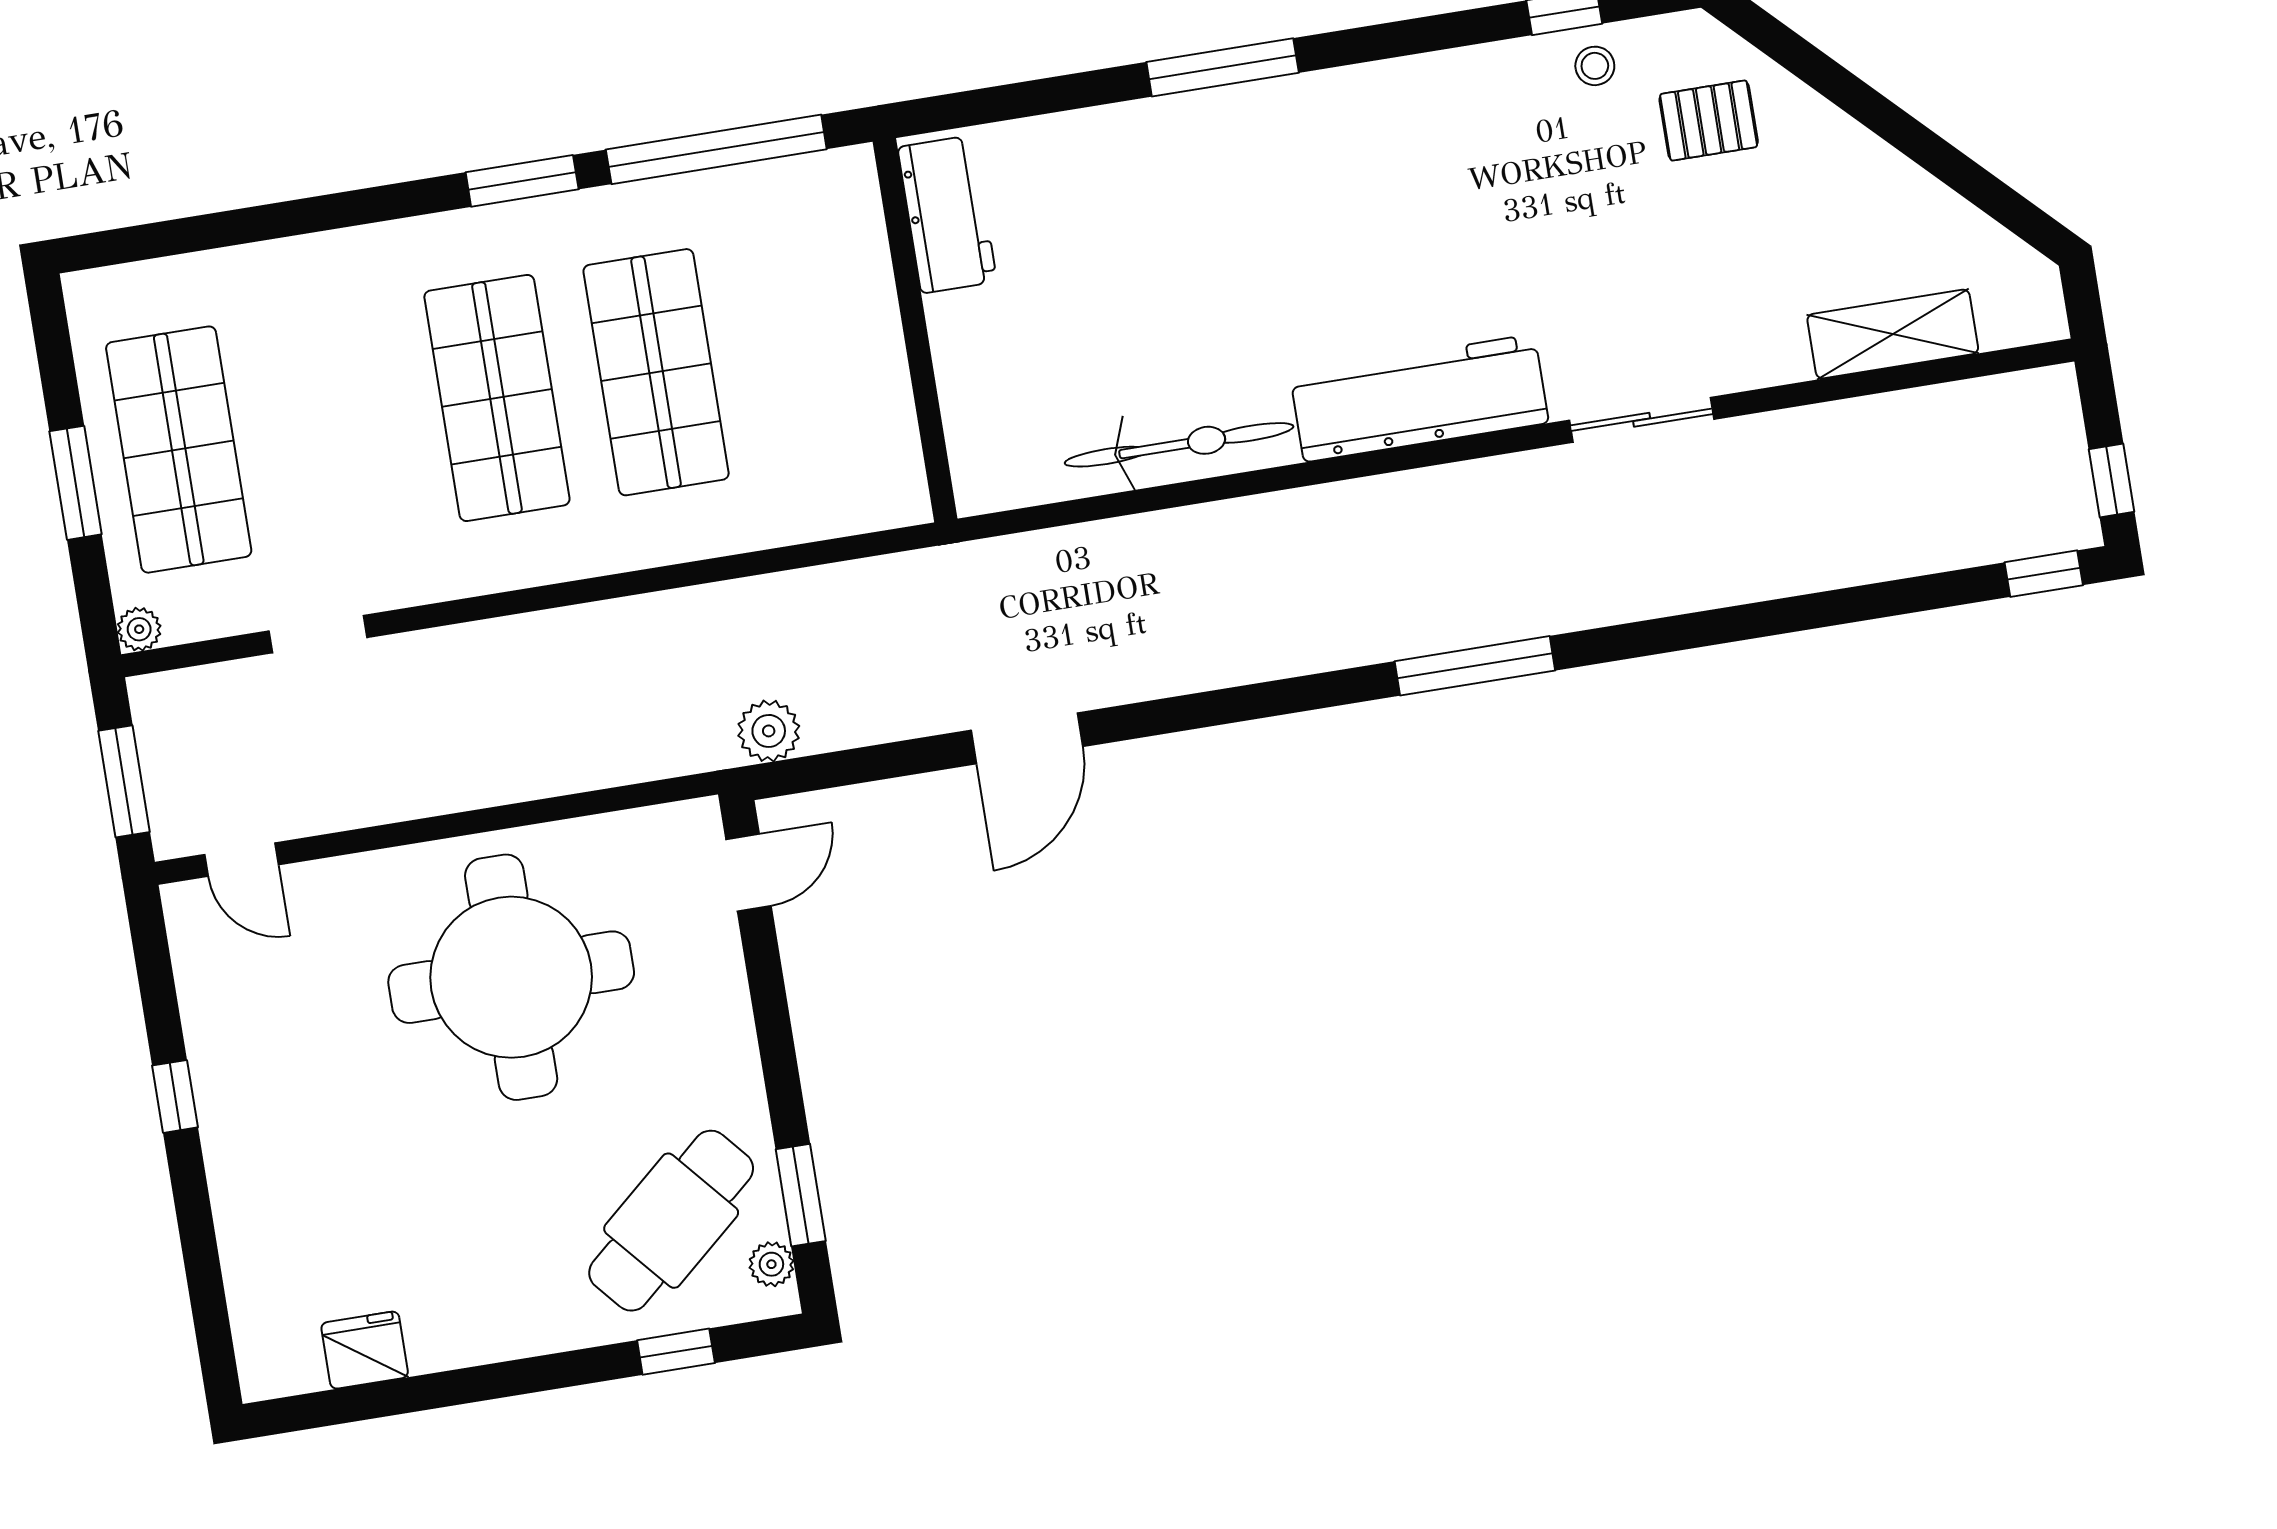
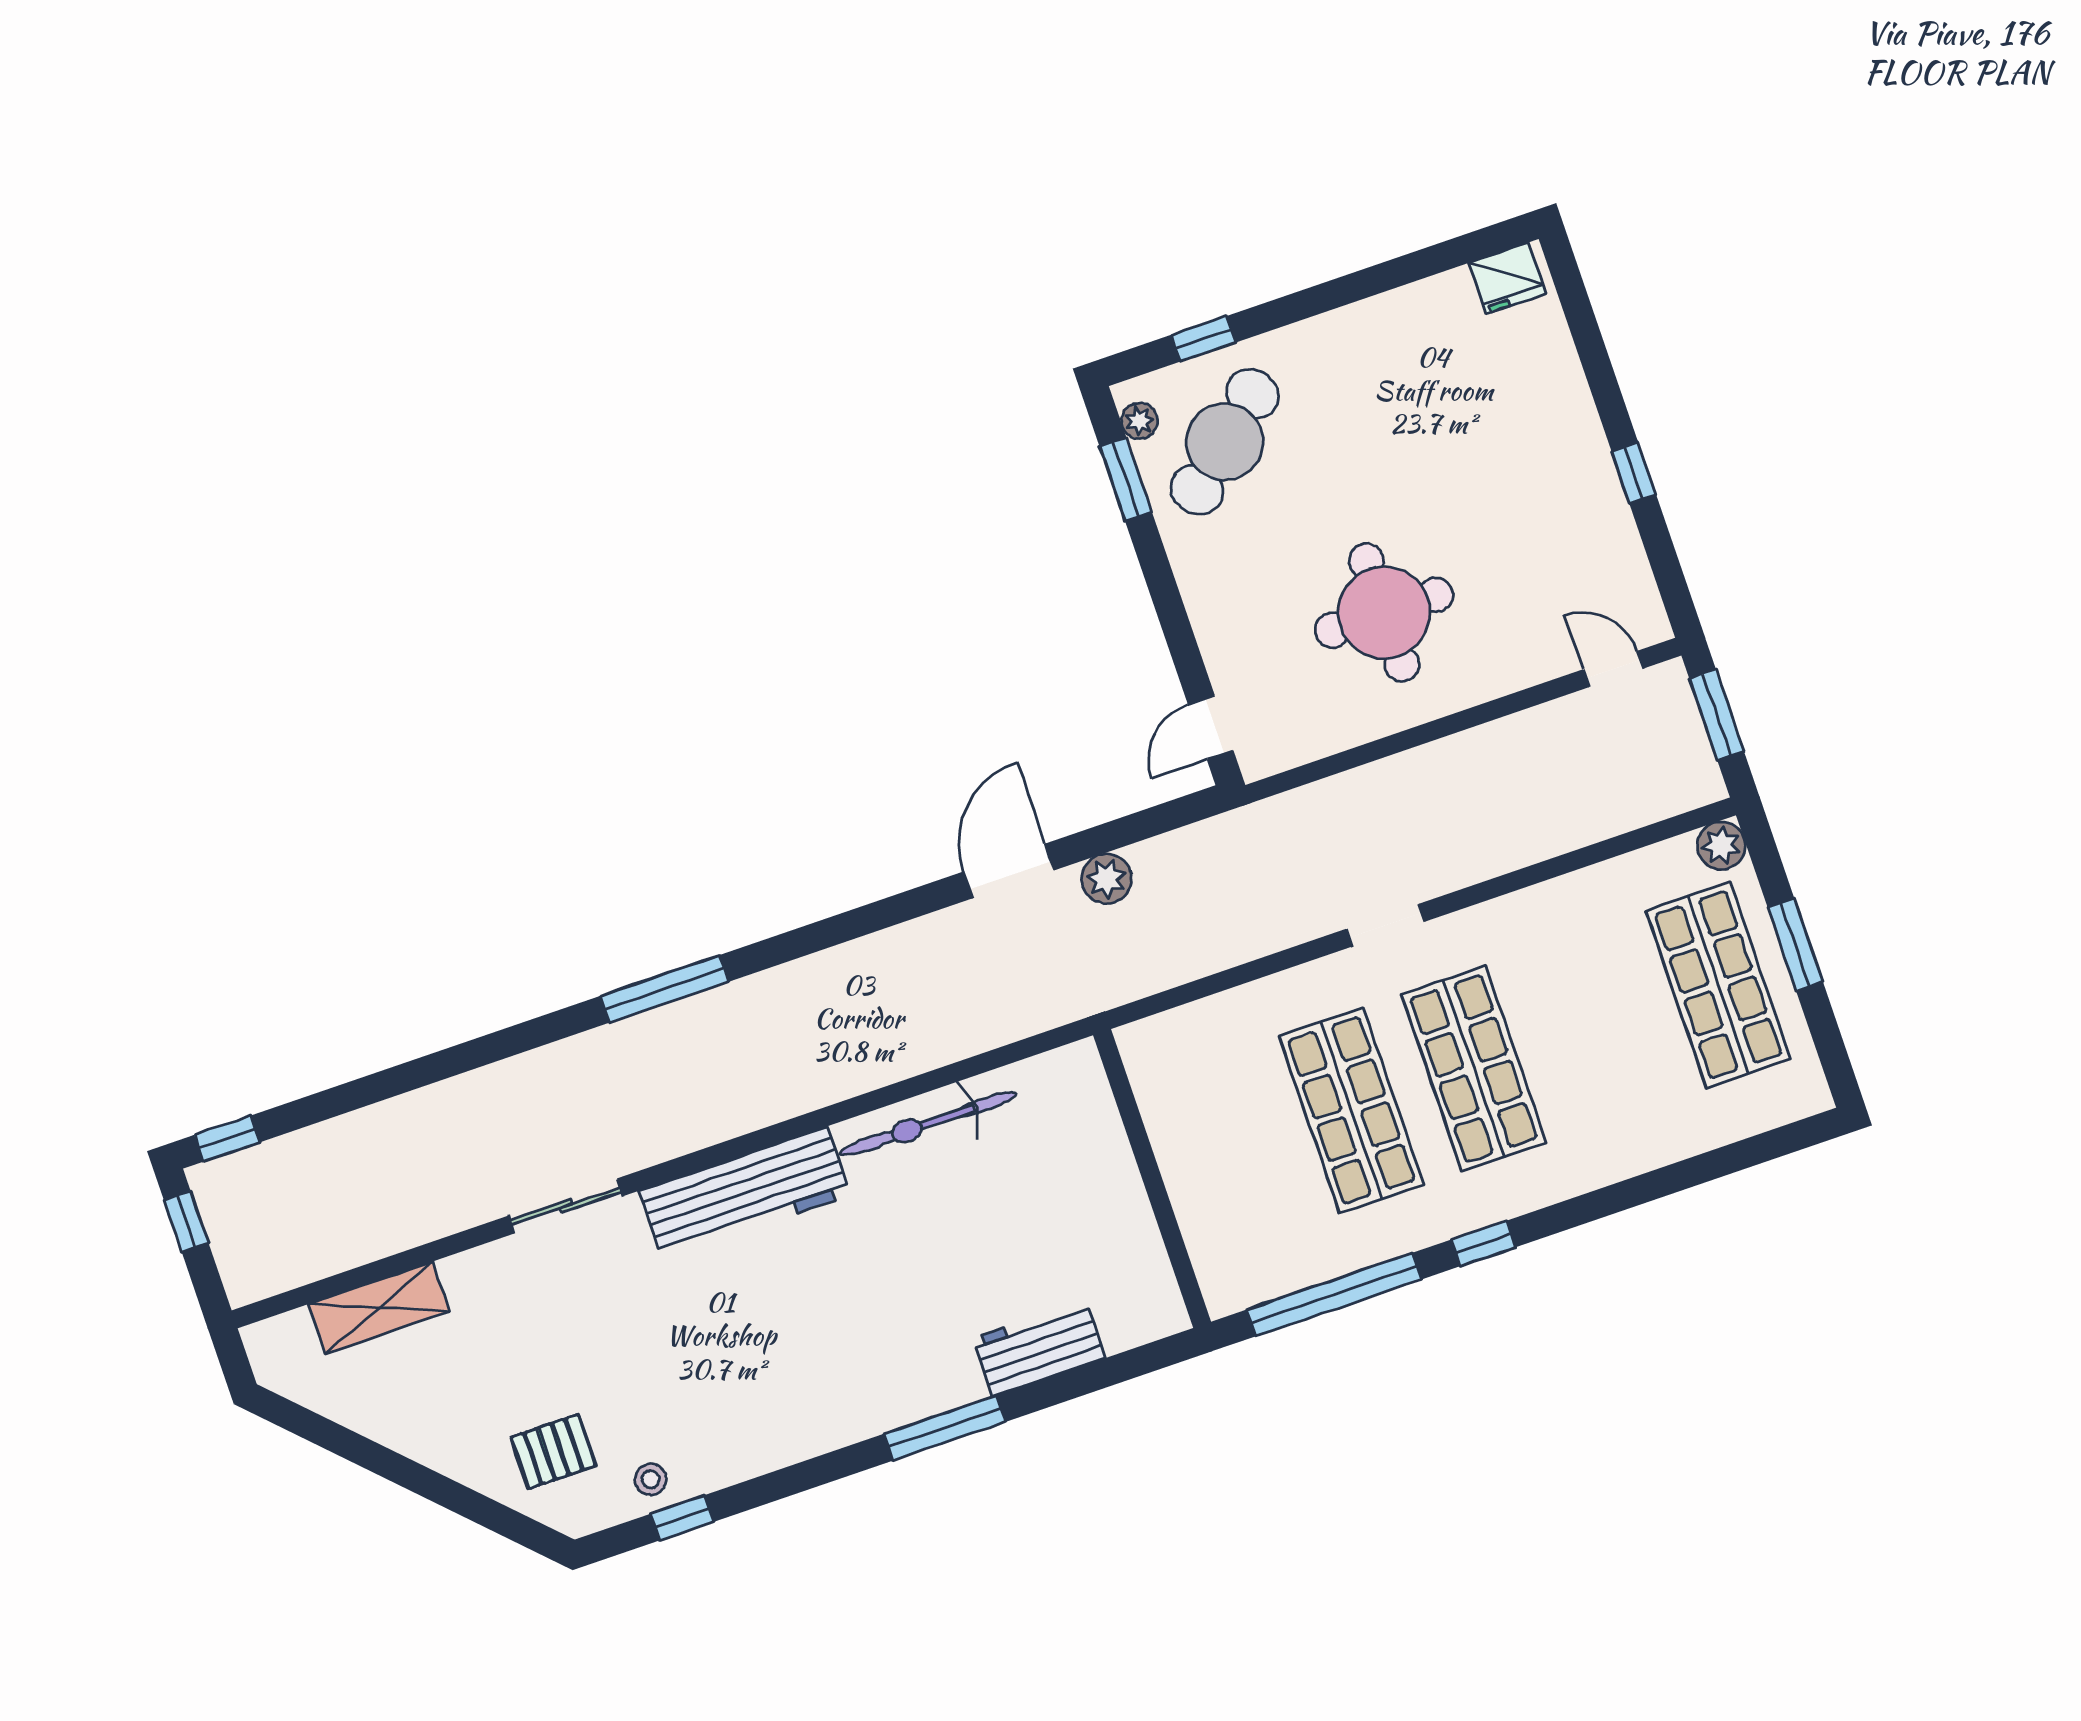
window: (522, 181) -> (1483, 1244), width x0.67
workbench: (947, 214) -> (1039, 1348), moved, turned 90
plant: (139, 629) -> (1721, 846), width x1.38, depth x1.38
doorway: (318, 634) -> (1385, 925), moved
plant: (769, 731) -> (1107, 879), moved
round table: (511, 977) -> (1384, 613), width x0.73, depth x0.73
fridge: (365, 1350) -> (1507, 278), moved

